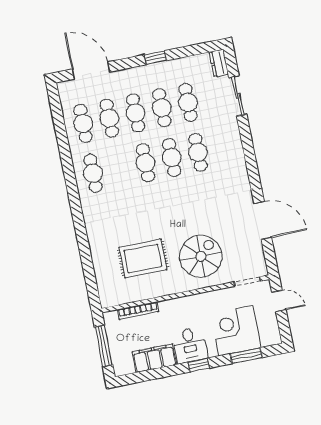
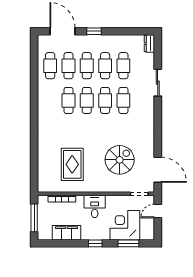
window: (156, 58) -> (94, 31), moved
sliding door: (238, 96) -> (158, 83), moved
cafe table: (93, 173) -> (68, 100), moved
door: (263, 220) -> (158, 170), moved
spiral stairs: (201, 256) -> (120, 160), moved
rug: (143, 259) -> (72, 164), turned 90
door: (279, 301) -> (158, 211), swing flipped
desk: (190, 345) -> (95, 206), moved, turned 180

